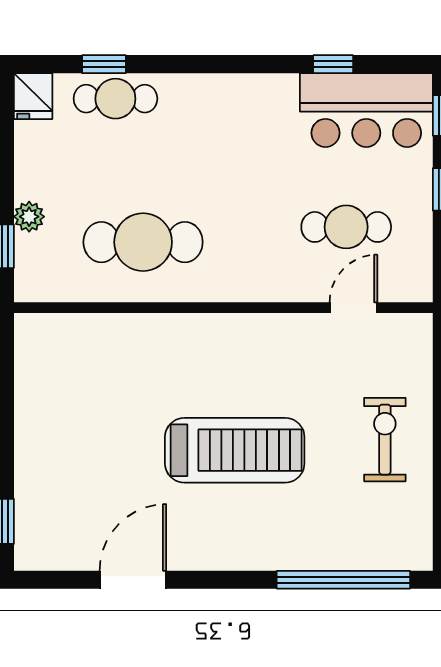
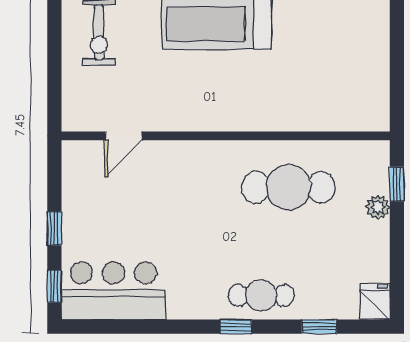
window: (333, 64) -> (236, 327), moved
cafe table: (115, 99) -> (261, 295), moved
cafe table: (346, 227) -> (129, 199), removed

